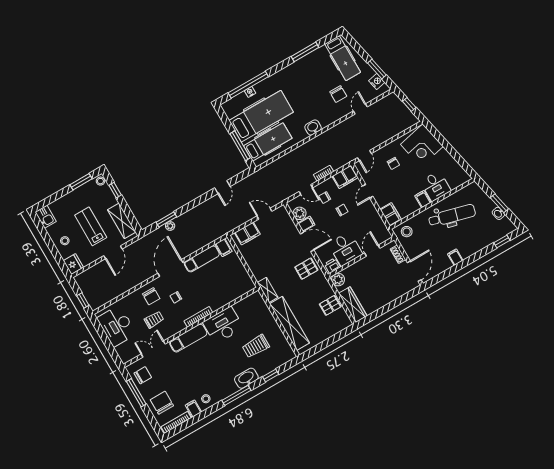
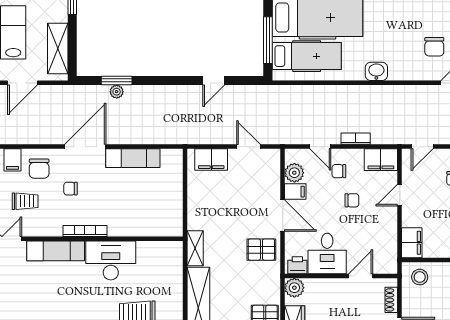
filing cabinet: (224, 248) -> (12, 160), moved

